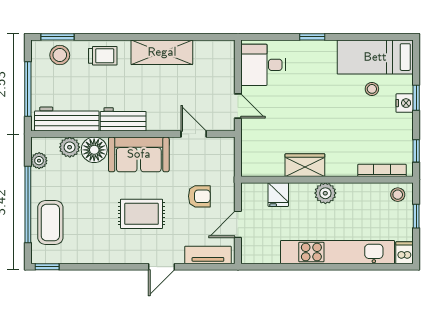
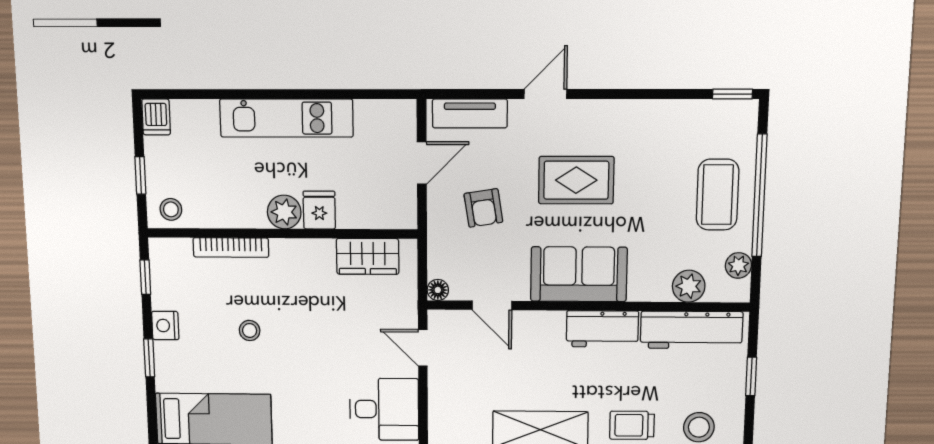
window: (28, 89) -> (751, 376), width x0.46
stool: (372, 89) -> (250, 330), moved
nightstand: (405, 103) -> (165, 326), moved
floor lamp: (94, 150) -> (438, 290), moved, width x0.53, depth x0.53
wardrobe: (305, 165) -> (368, 256), moved
bookcase: (382, 170) -> (231, 247), moved
fridge: (278, 195) -> (319, 210), moved
armchair: (199, 196) -> (483, 208), turned -99
coffee table: (50, 222) -> (718, 195), moved
kitchen unit: (338, 252) -> (286, 118), width x0.73

